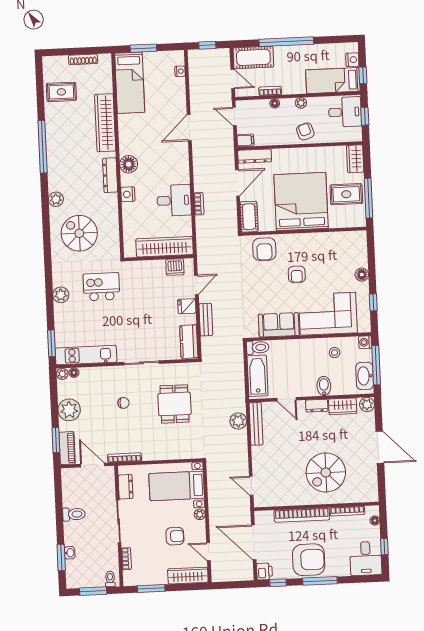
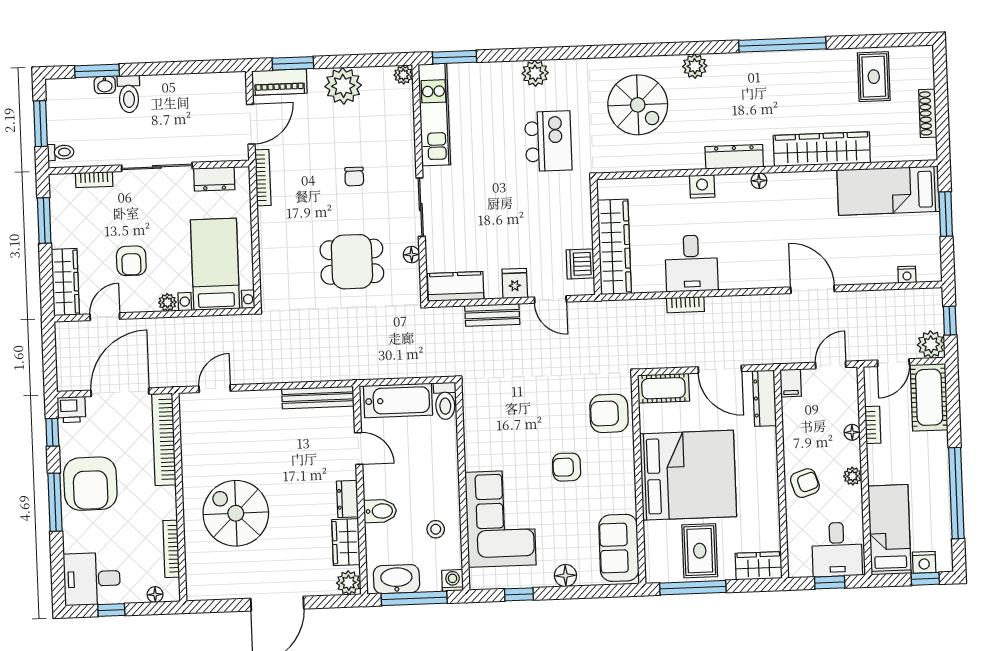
window: (286, 42) -> (956, 493), moved
window: (363, 75) -> (925, 579), moved
floor lamp: (129, 164) -> (759, 181), width x0.53, depth x0.53
spiral stairs: (79, 233) -> (638, 105), turned 90
sofa: (279, 325) -> (619, 548), moved, turned 180
floor lamp: (74, 373) -> (411, 255), moved
door: (286, 399) -> (359, 449), swing flipped
plant: (238, 421) -> (931, 344), moved
toilet: (74, 514) -> (129, 94), moved
bookcase: (302, 515) -> (164, 439), moved

